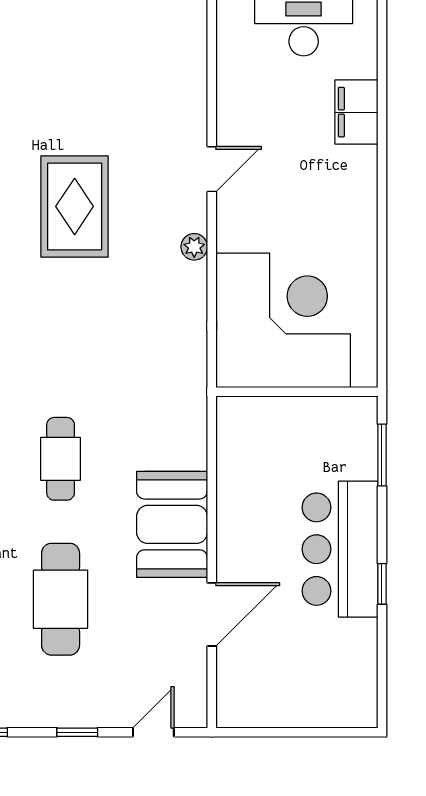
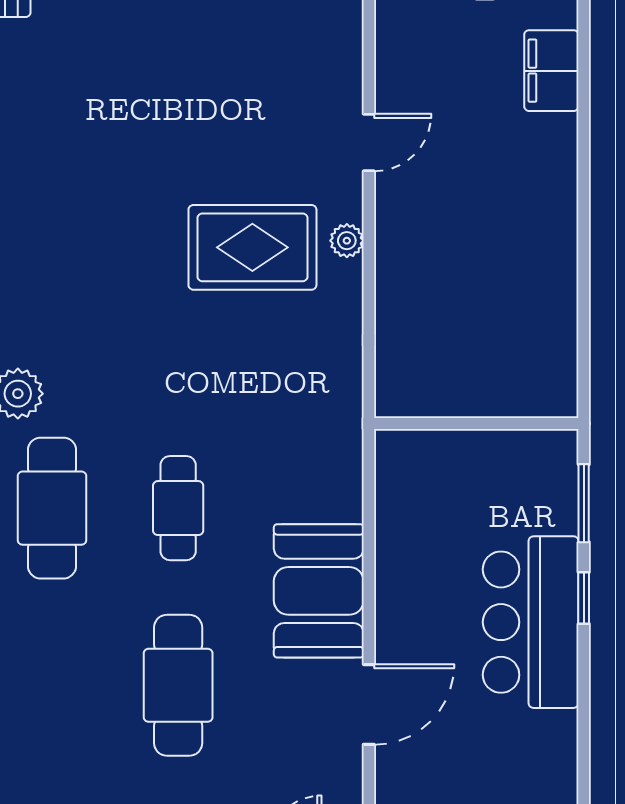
rug: (75, 206) -> (252, 247), moved, turned 90
corner desk: (283, 320) -> (459, 333), removed
window: (382, 584) -> (584, 598), moved

